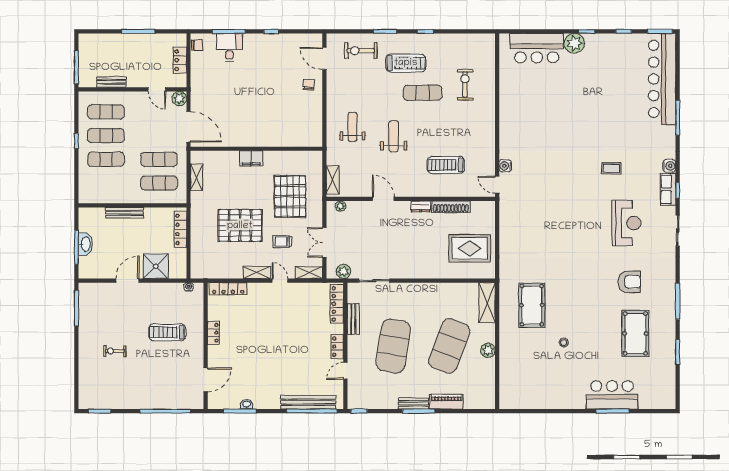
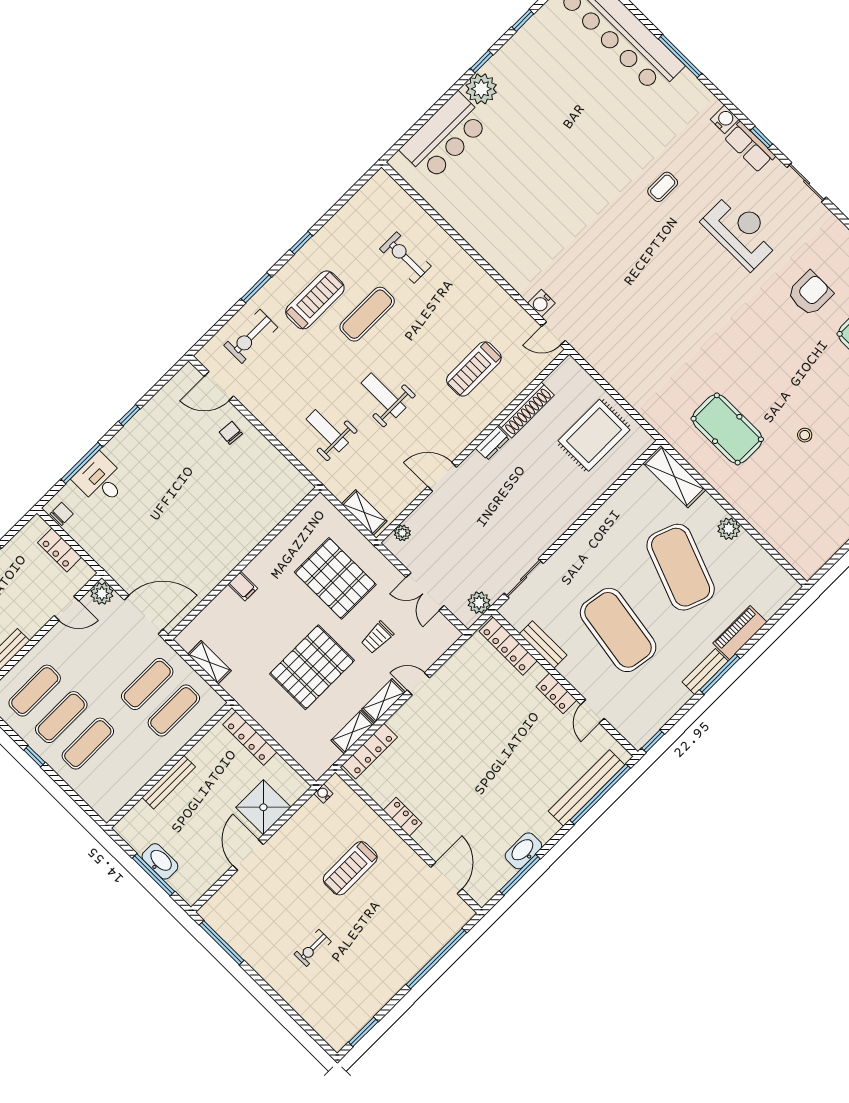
filing cabinet: (251, 158) -> (243, 586), width x0.50
shelving: (309, 273) -> (353, 732), moved
washbasin: (247, 404) -> (523, 851), width x1.91, depth x1.45

